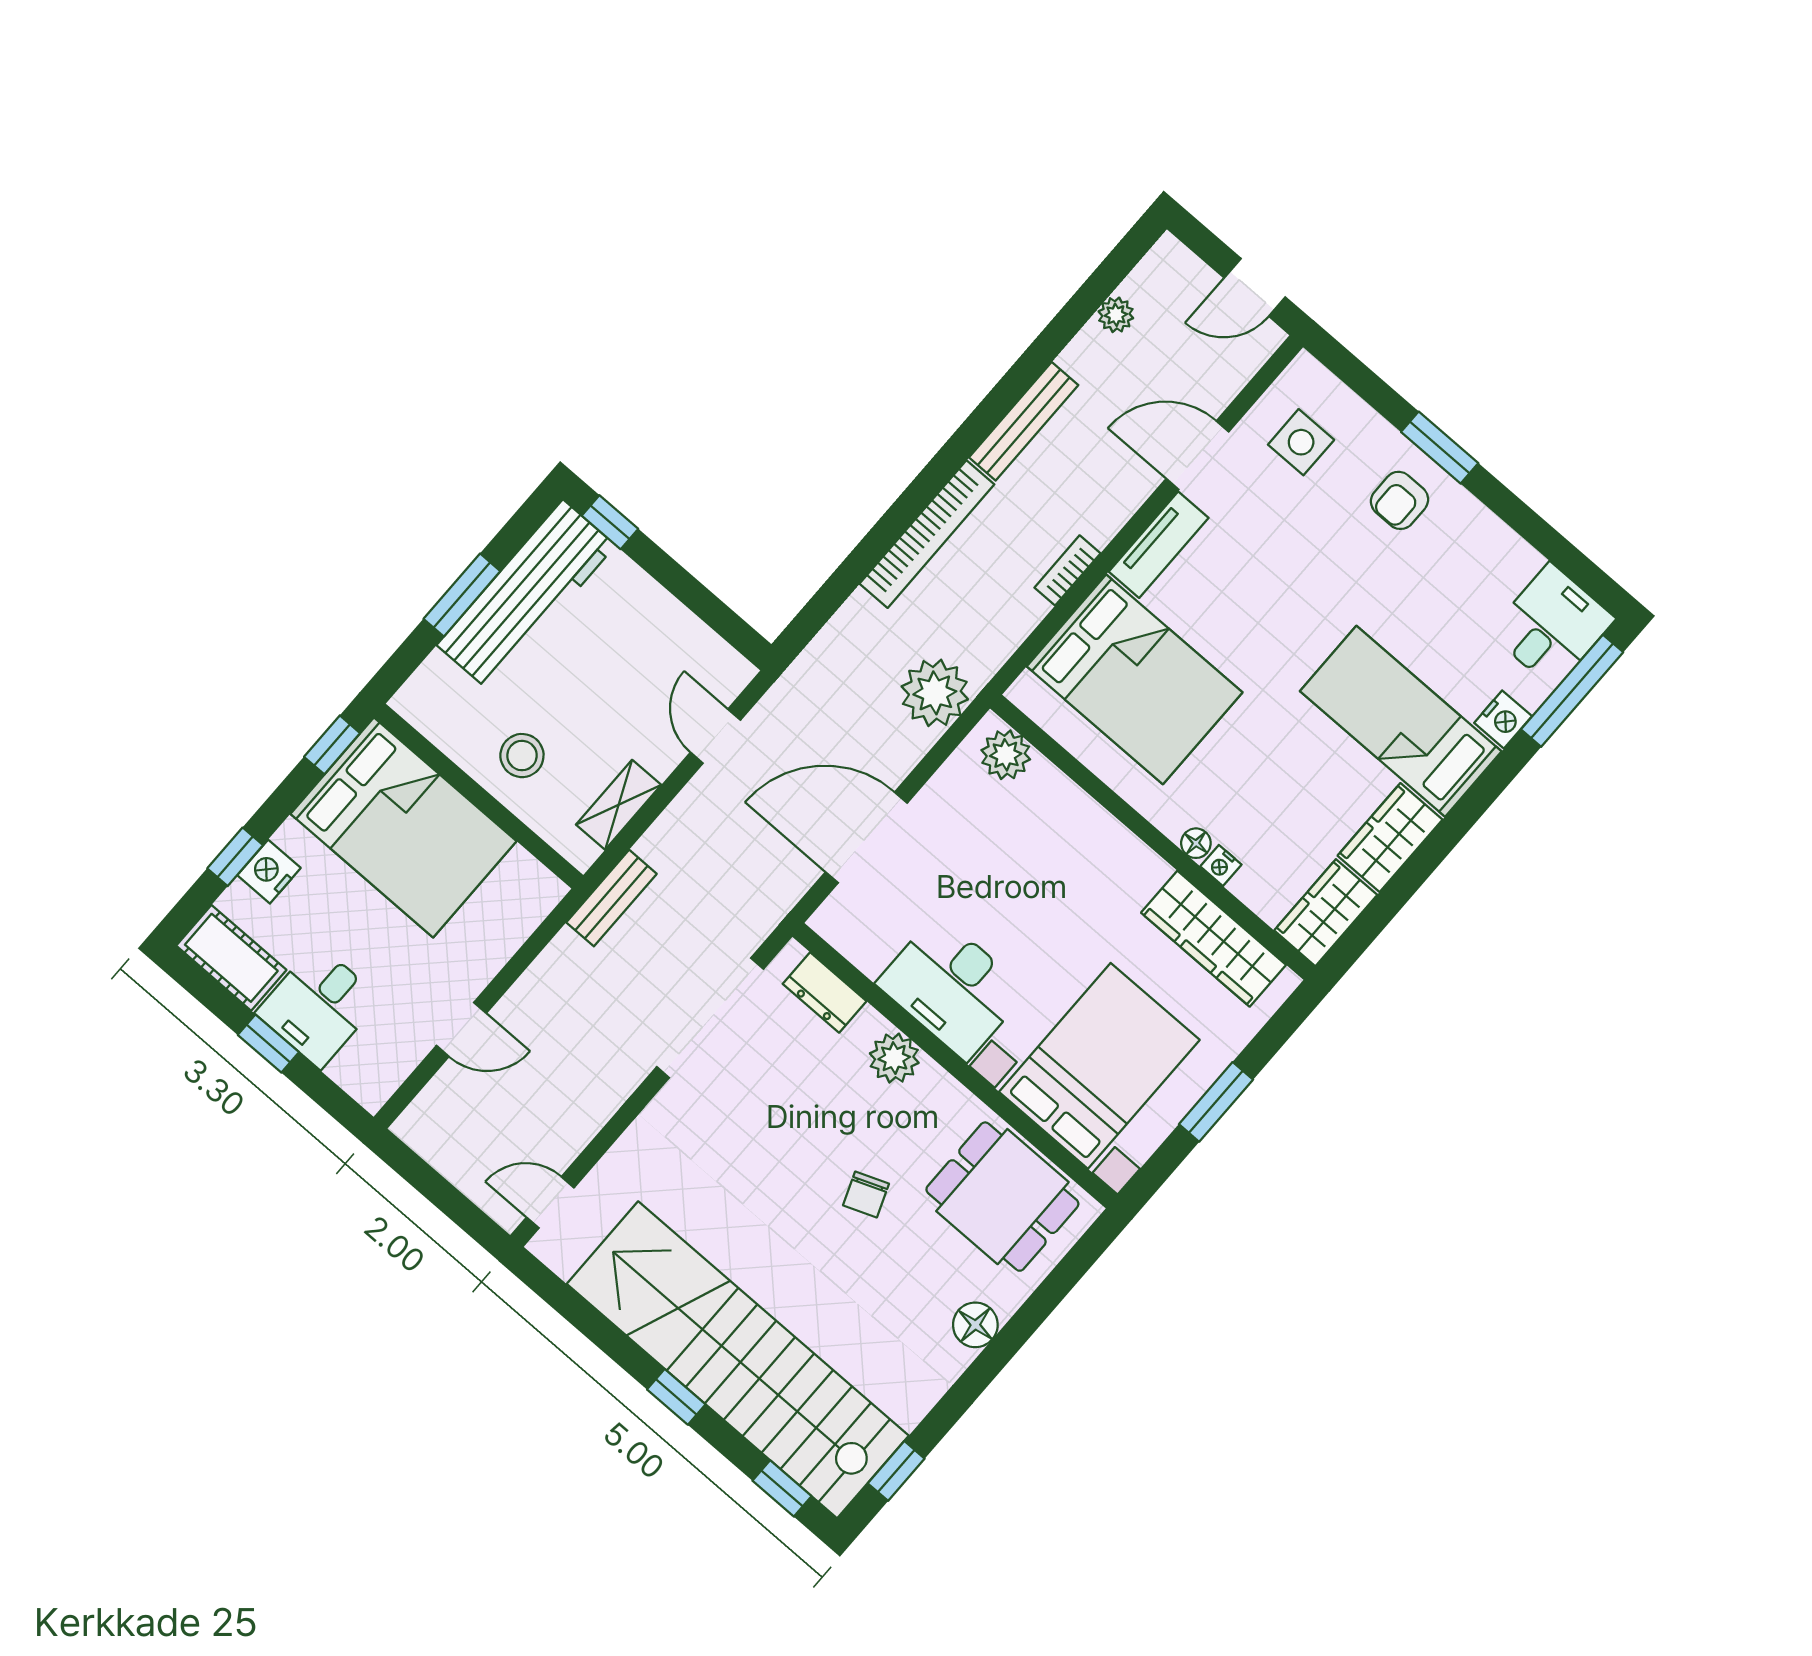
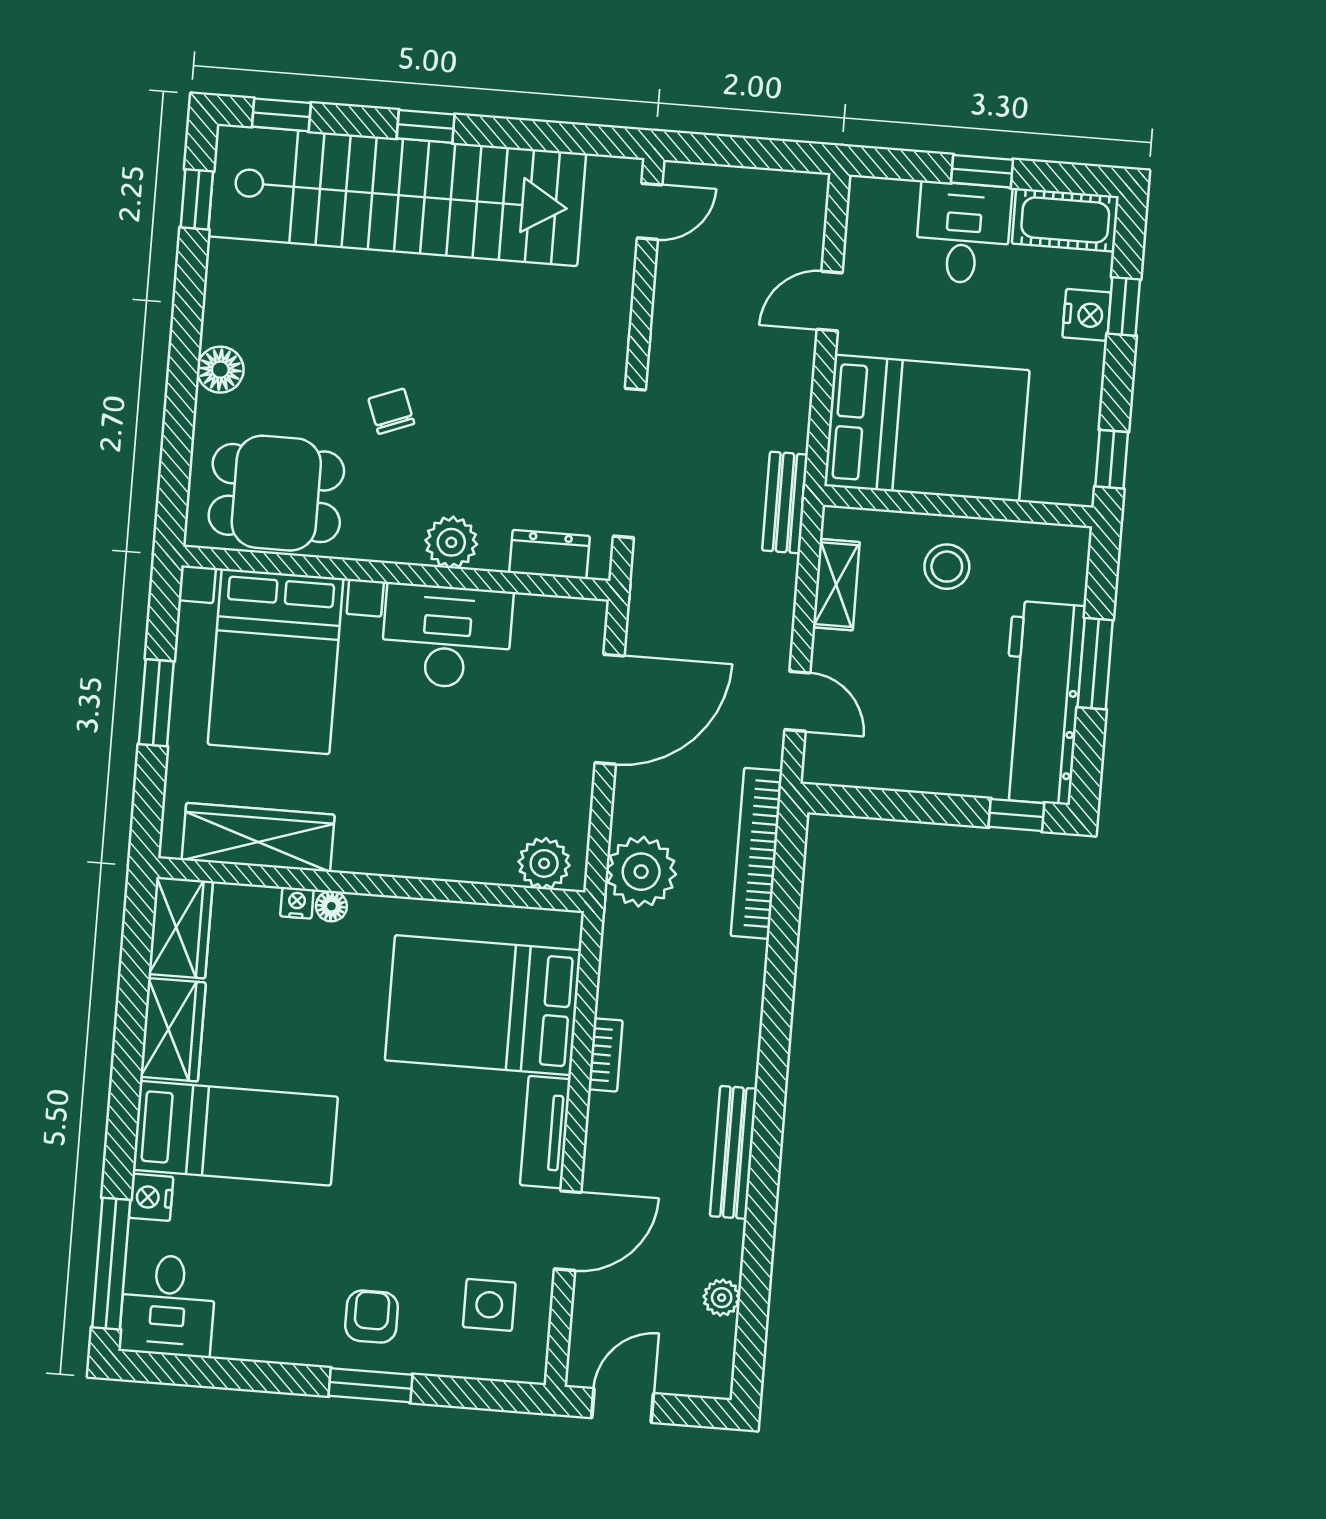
bookcase: (927, 534) -> (757, 853), moved
bed: (404, 827) -> (927, 428), moved, turned 180

